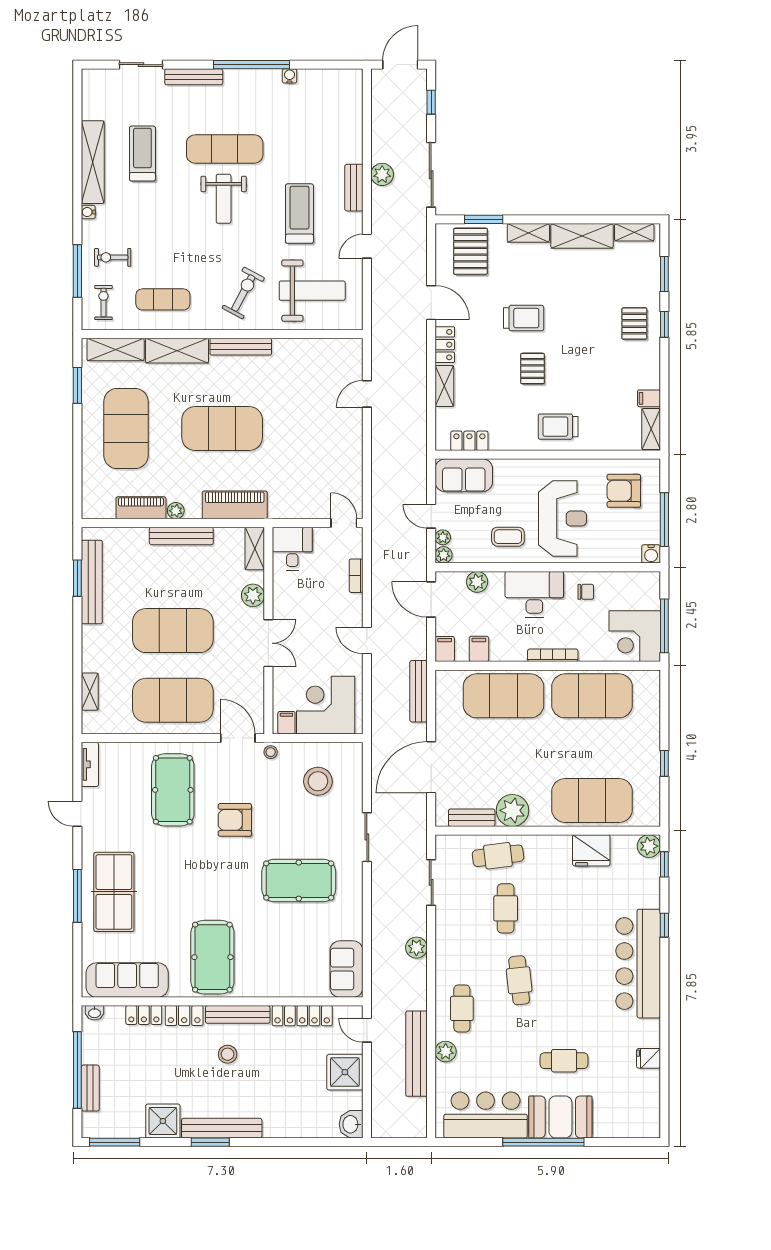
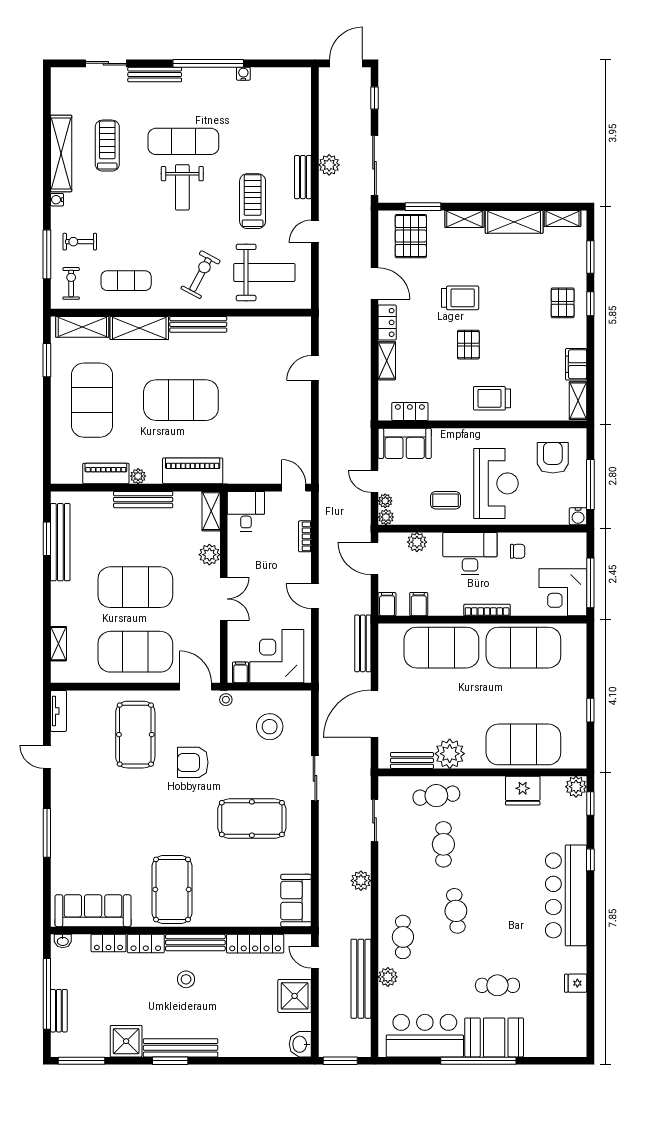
filing cabinet: (649, 398) -> (576, 364), width x2.00
armchair: (624, 491) -> (553, 458), turned 90
table tennis table: (114, 892) -> (81, 829), removed
window: (394, 1142) -> (340, 1061), added

